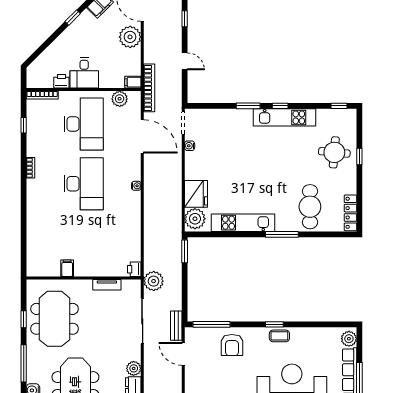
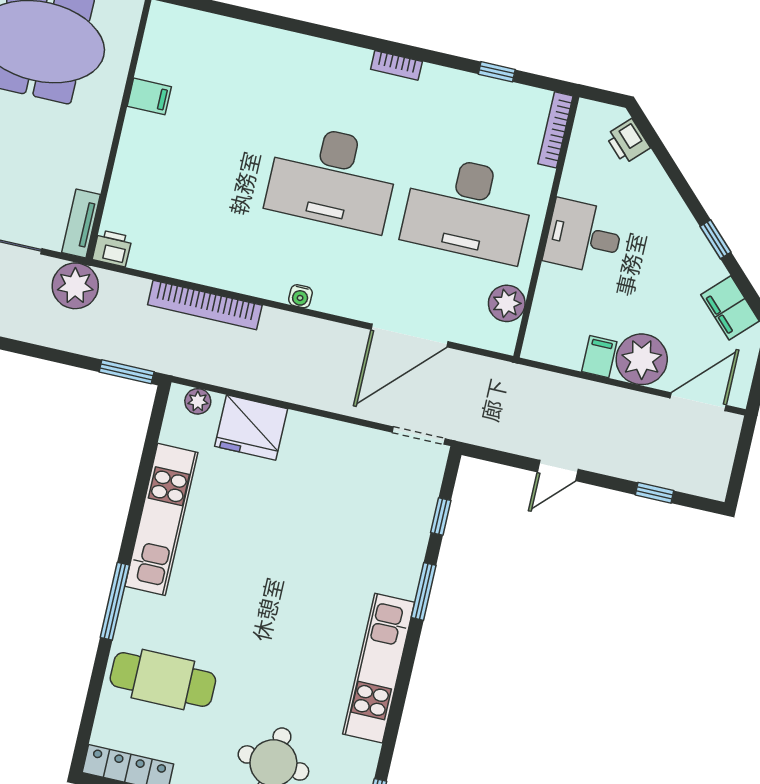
printer: (61, 81) -> (628, 141), moved, turned 135
filing cabinet: (133, 82) -> (599, 357), moved
bookcase: (149, 88) -> (205, 305), moved
window: (280, 106) -> (441, 517), moved
water cooler: (190, 146) -> (364, 438), removed
plant: (195, 219) -> (198, 401), width x0.53, depth x0.53
tv unit: (107, 285) -> (81, 224), moved

